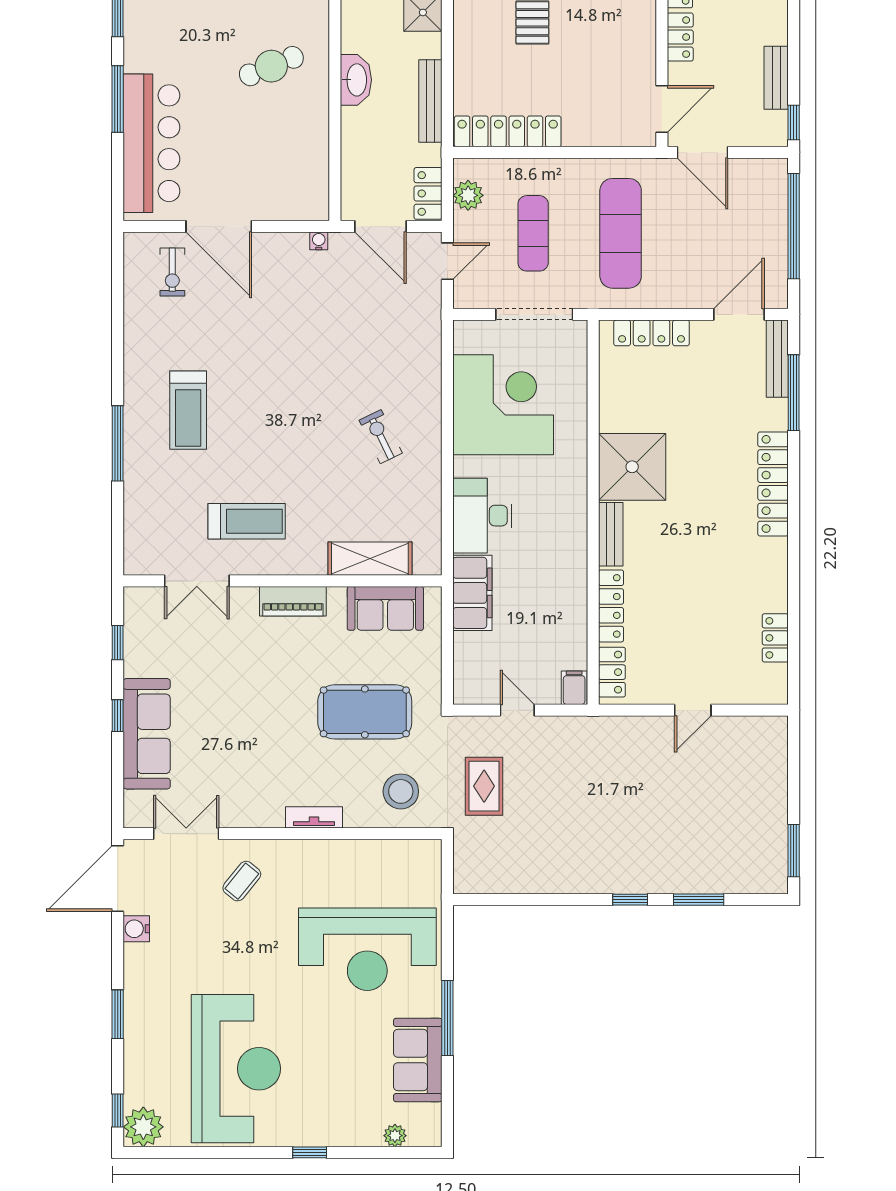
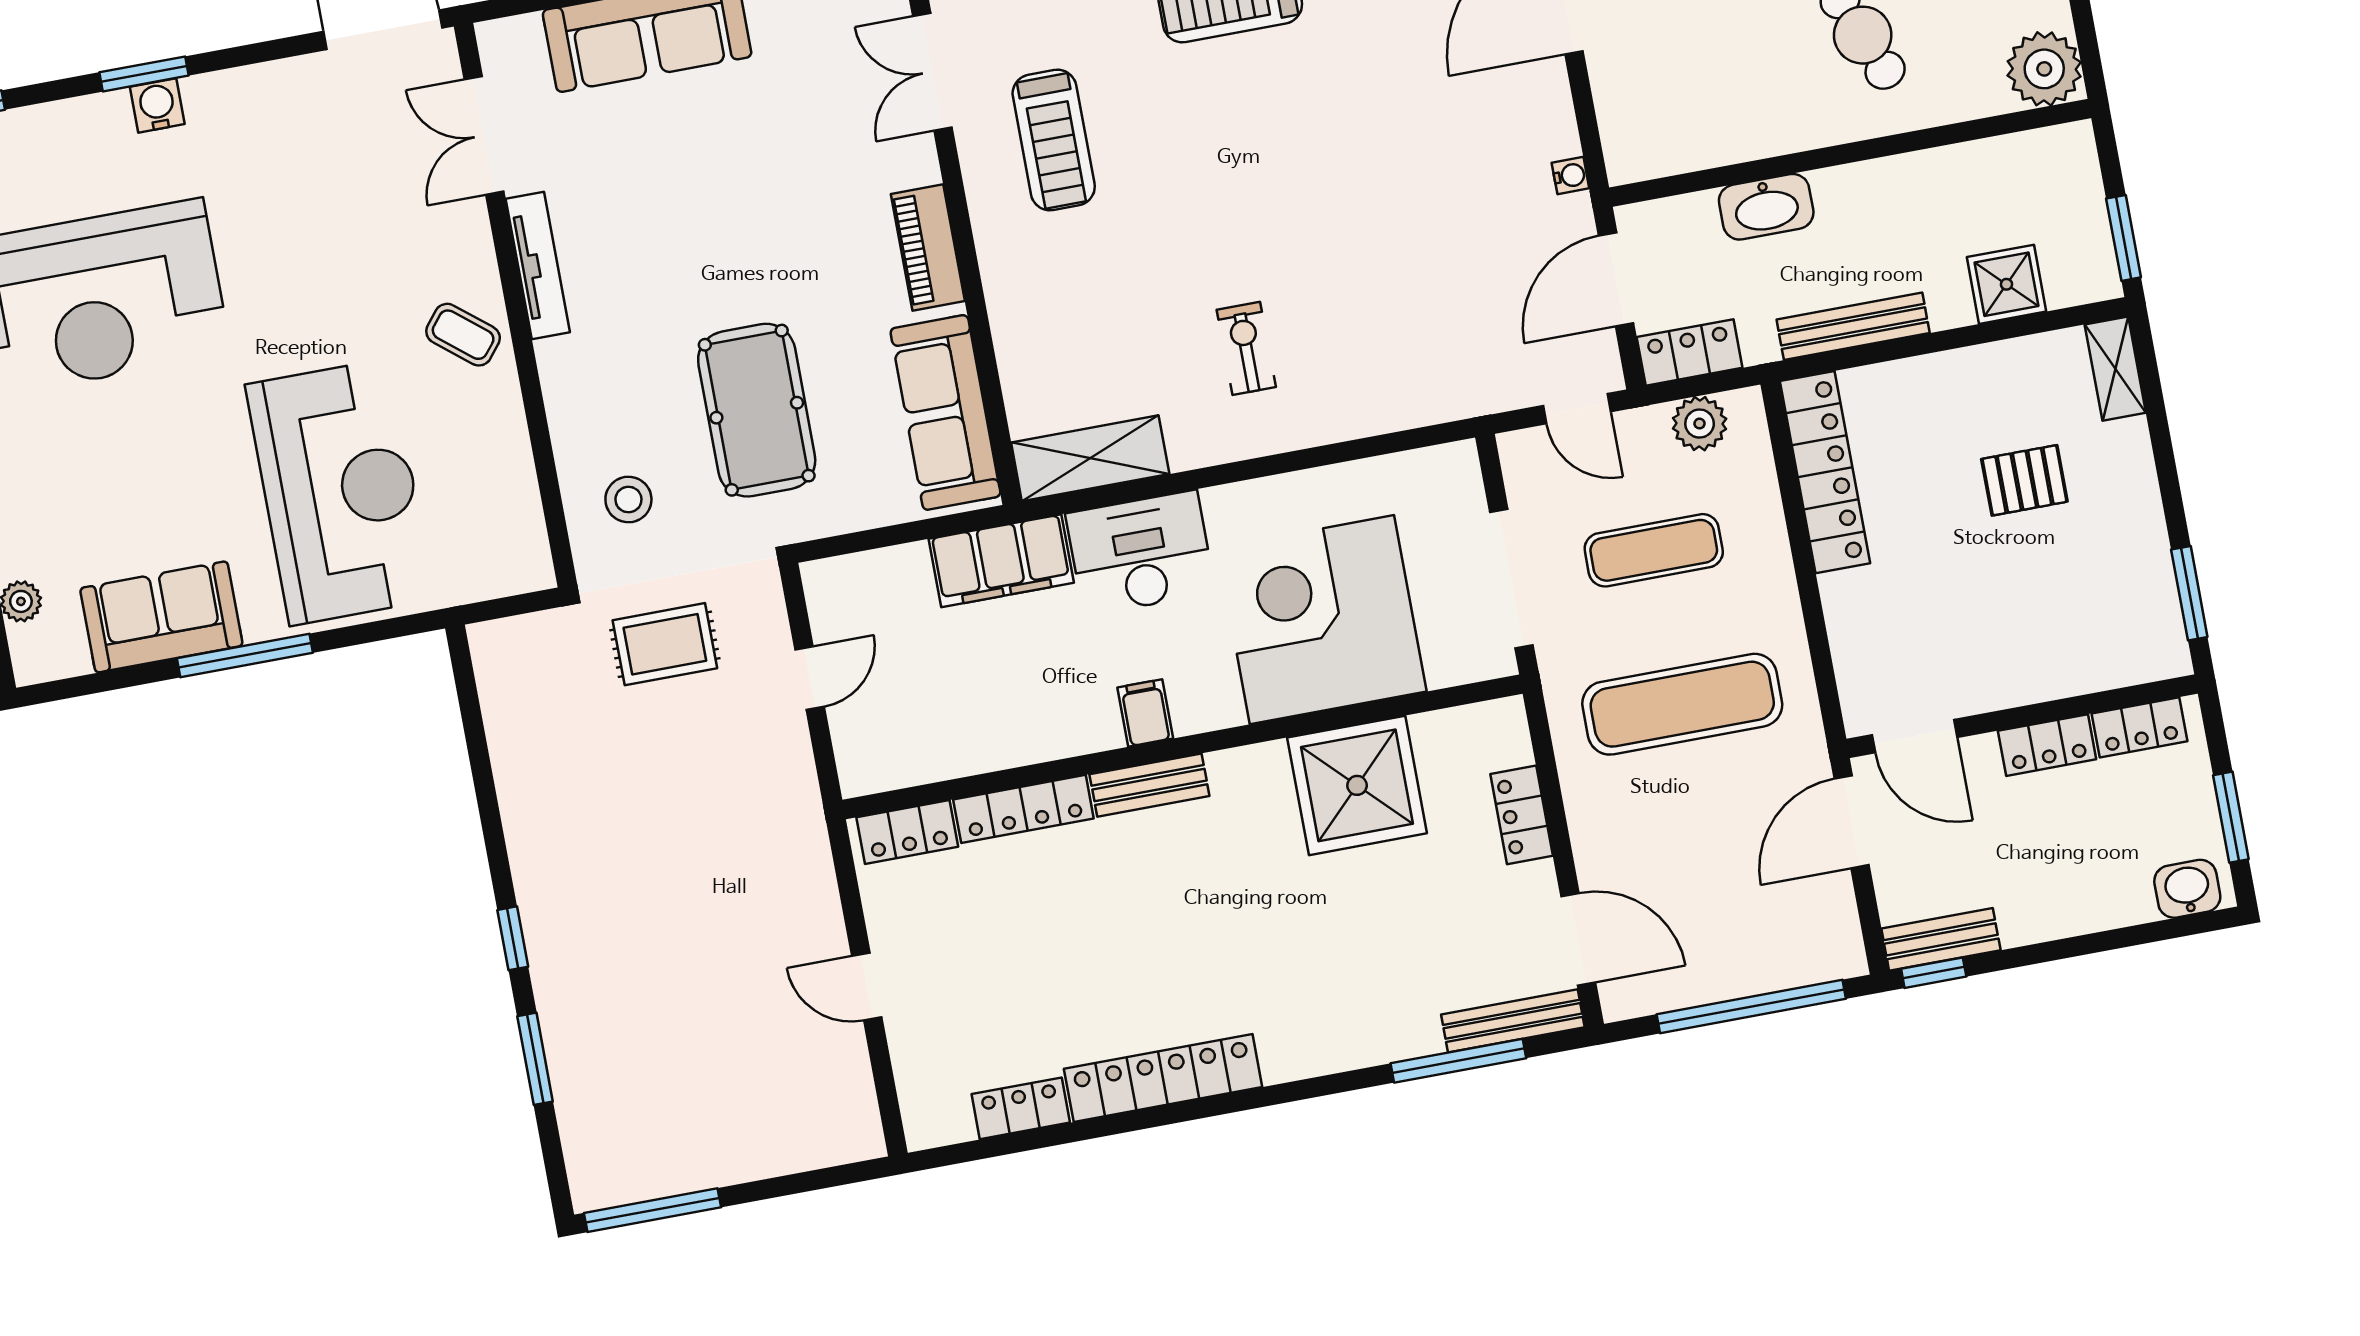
bench: (776, 78) -> (1941, 939), moved
washbasin: (356, 80) -> (1766, 207), moved
locker: (652, 333) -> (1522, 815), width x0.66
corner desk: (503, 405) -> (1322, 620), moved, turned 180
exercise bike: (381, 437) -> (1246, 348), turned -64
shower: (632, 467) -> (1357, 785), moved
locker: (773, 484) -> (1163, 1078), moved
shelving: (370, 559) -> (1090, 458), moved, turned 90
sofa: (385, 608) -> (945, 412), width x1.36
filing cabinet: (574, 688) -> (1145, 713), moved, turned -90
stool: (401, 791) -> (628, 500), width x0.73, depth x0.73
tv unit: (314, 817) -> (538, 266), moved, width x1.41
double door: (186, 834) -> (484, 136), swing flipped
window: (794, 851) -> (653, 1210), width x1.44
coffee table: (242, 881) -> (463, 335), moved
water cooler: (136, 929) -> (157, 105), moved
reception desk: (367, 949) -> (340, 492), turned 180

